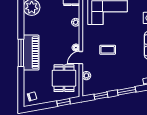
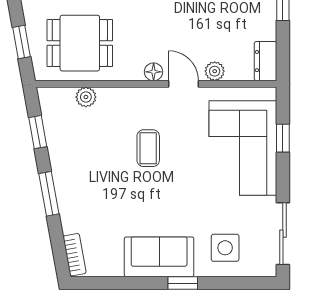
door: (81, 58) -> (184, 84), moved

